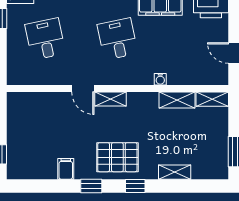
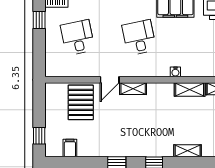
door: (83, 89) -> (110, 80), hinge flipped
pallet: (117, 157) -> (81, 102), moved, turned 90
filing cabinet: (66, 169) -> (70, 148), moved

